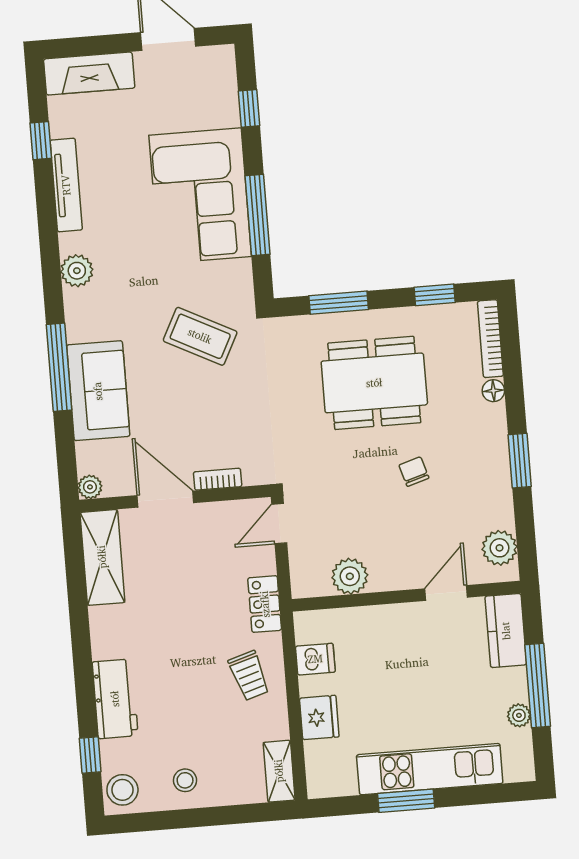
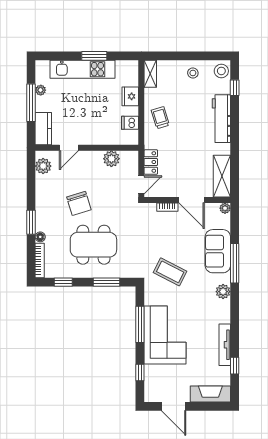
plant: (77, 271) -> (223, 292), moved
window: (520, 461) -> (31, 222), moved
chair: (414, 472) -> (79, 203), width x1.87, depth x1.87
locker: (265, 604) -> (151, 162), moved
workbench: (115, 699) -> (221, 119), width x1.38

